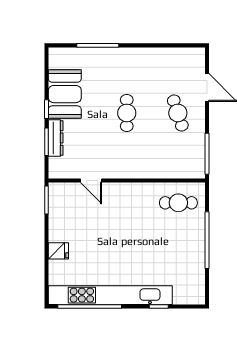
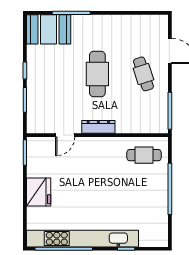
booth: (65, 94) -> (49, 29), moved, turned 90
cafe table: (127, 113) -> (97, 74), width x1.37, depth x1.35
dresser: (56, 138) -> (98, 127), moved, turned -90
door: (91, 181) -> (65, 135), hinge flipped
fridge: (58, 251) -> (39, 192), width x1.88, depth x1.34

